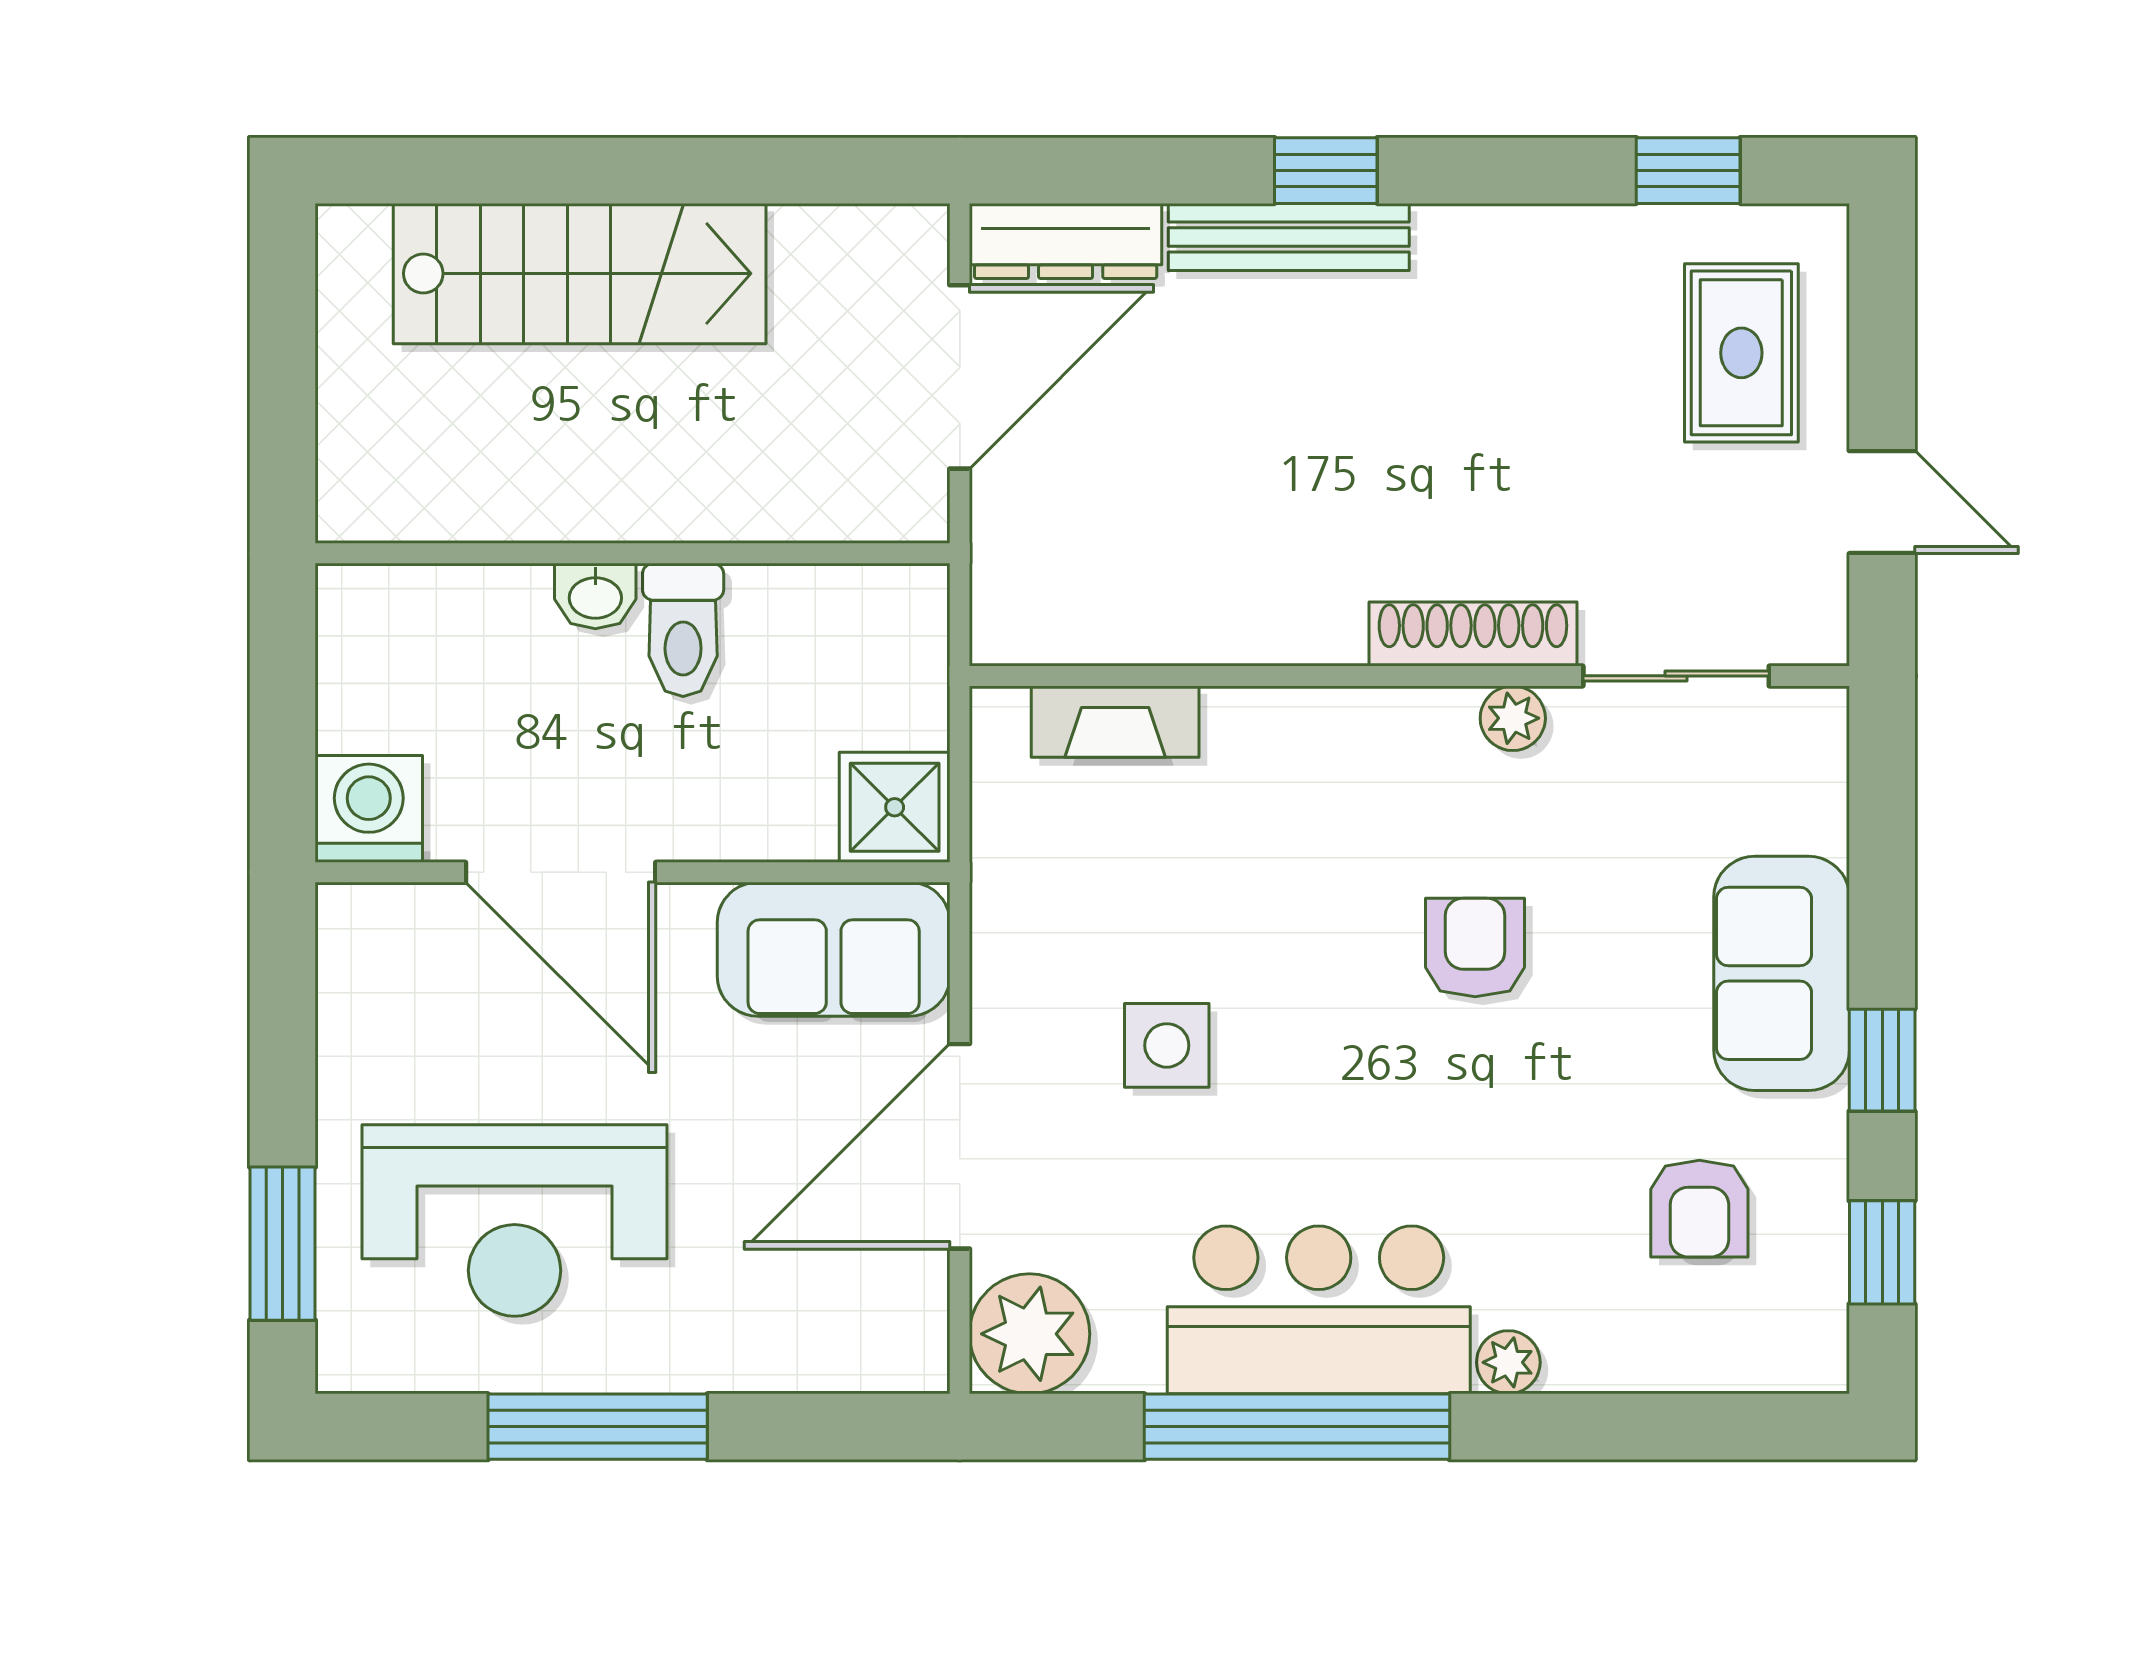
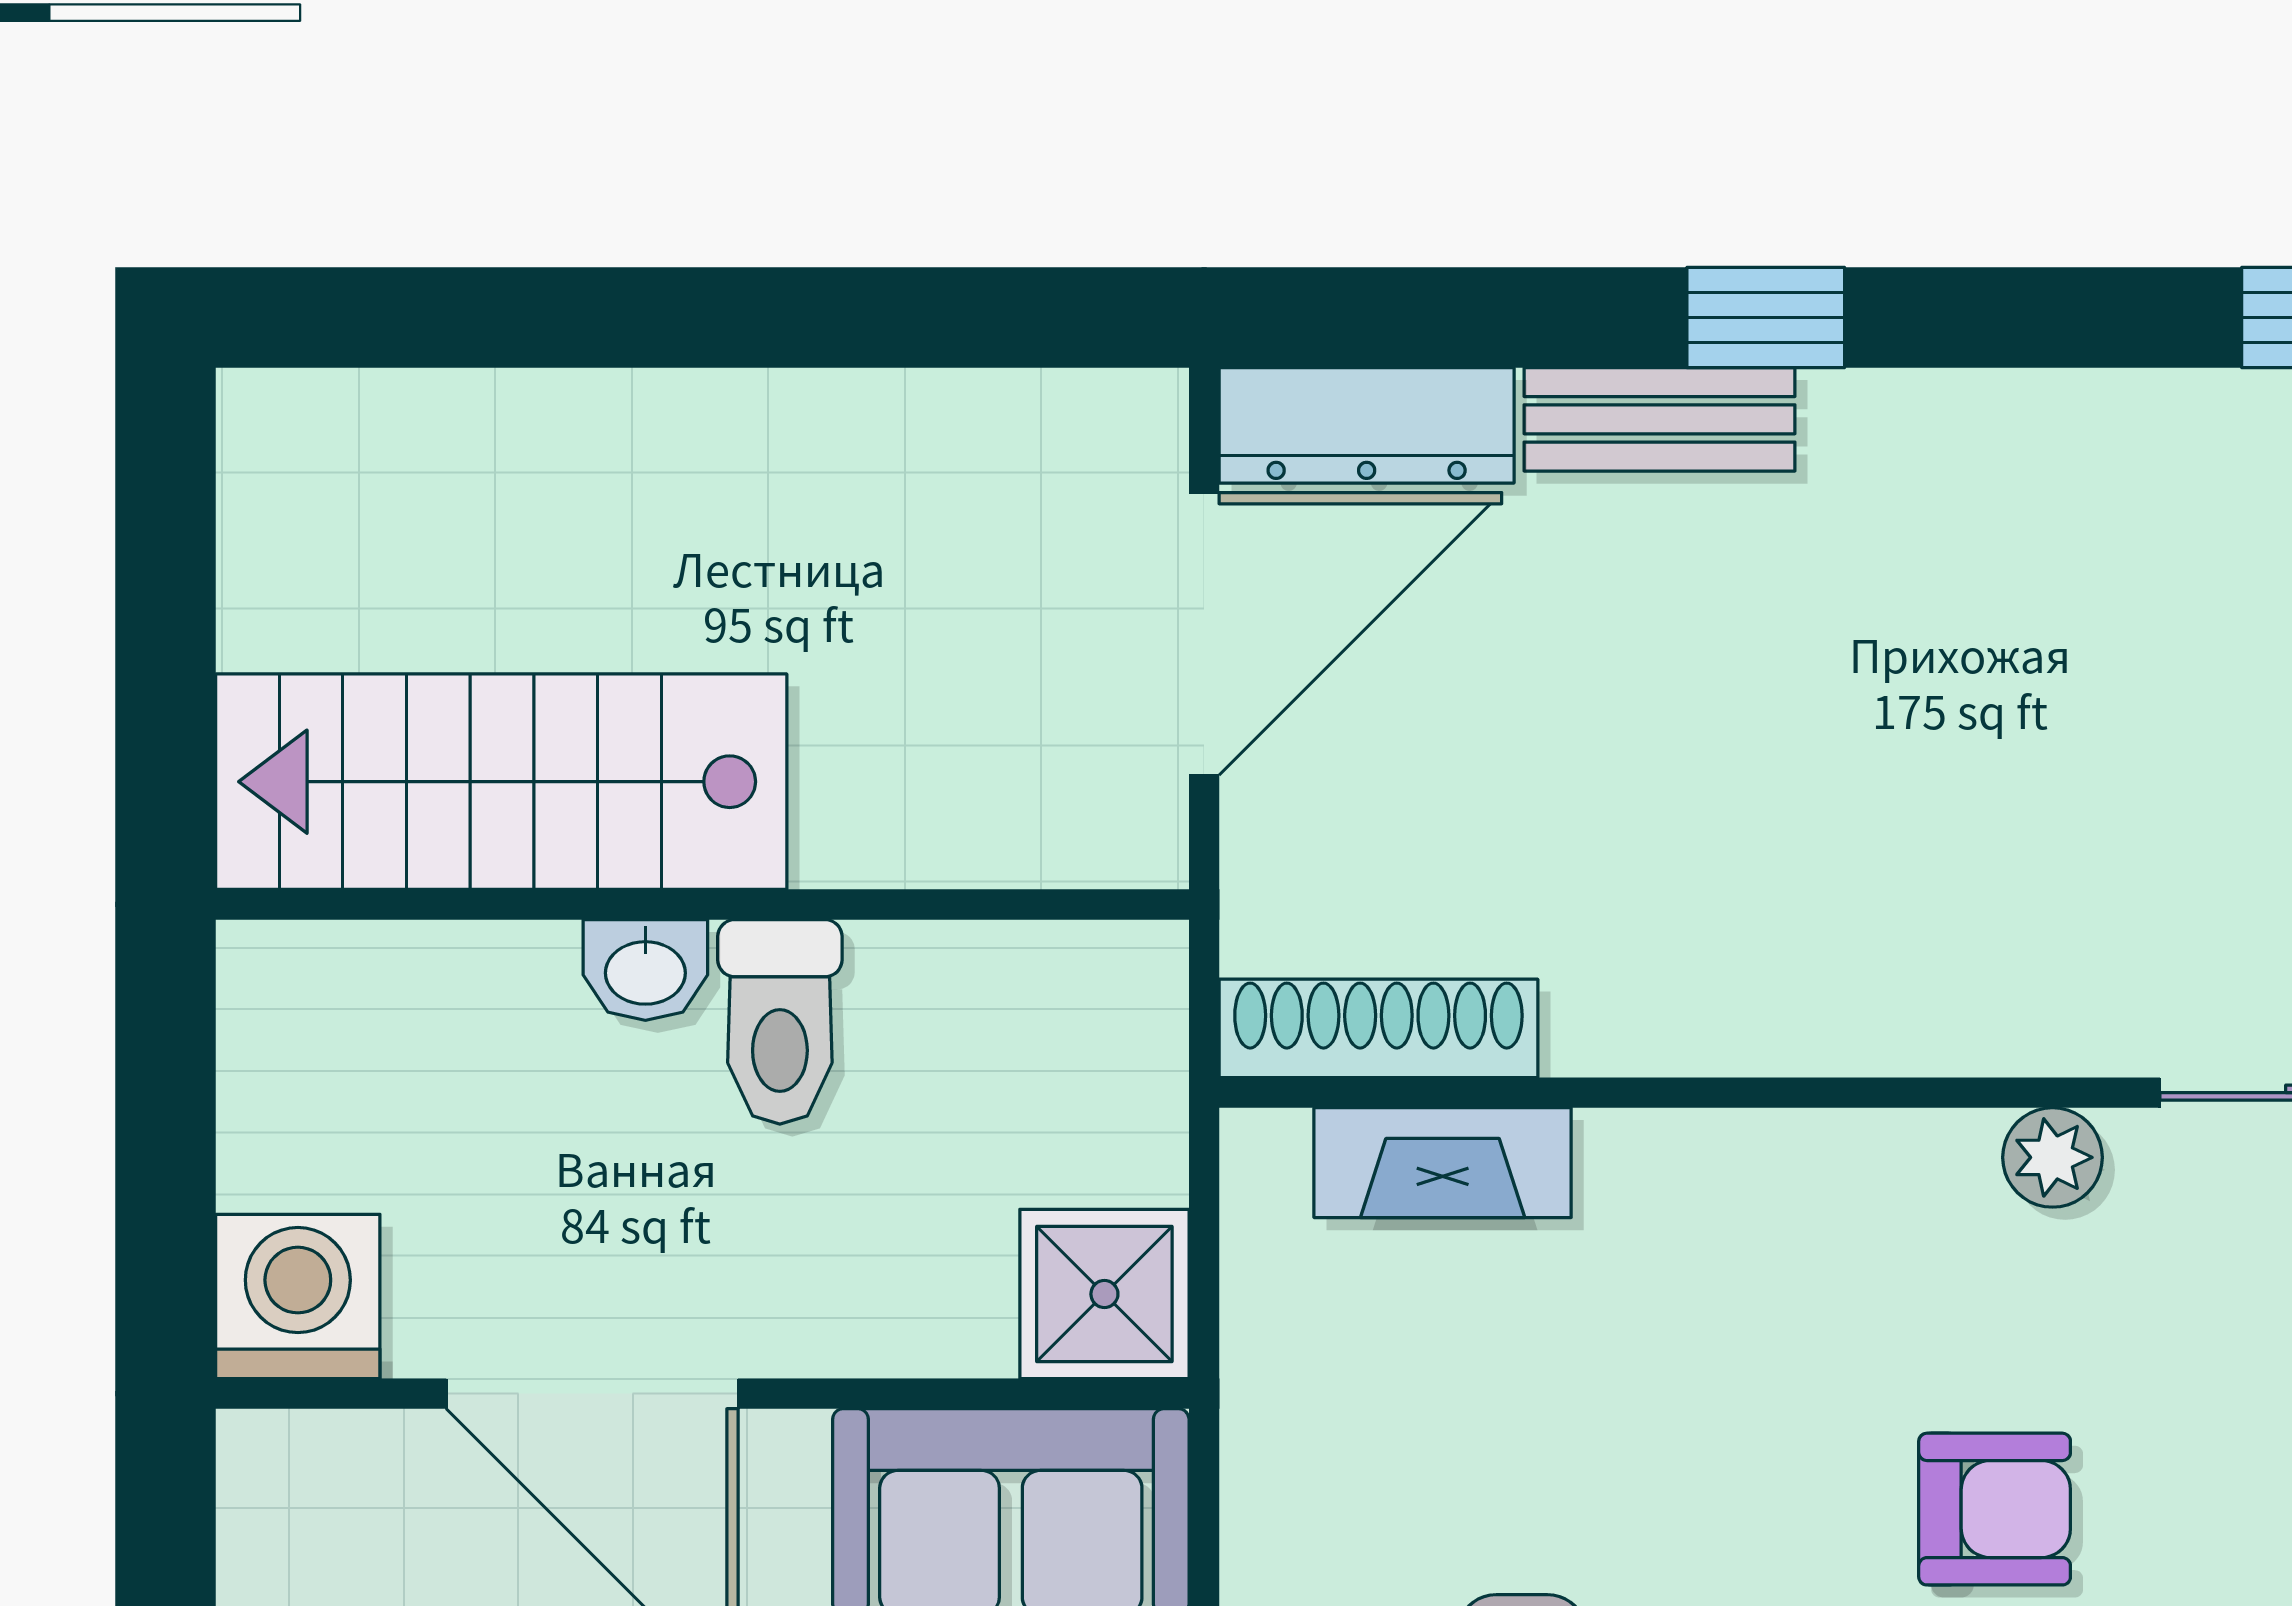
bench: (1289, 237) -> (1660, 419), width x0.73
stairs: (580, 274) -> (501, 782), moved, turned 180
shoe rack: (1473, 634) -> (1378, 1028), moved
armchair: (1475, 947) -> (1995, 1509), turned 90

